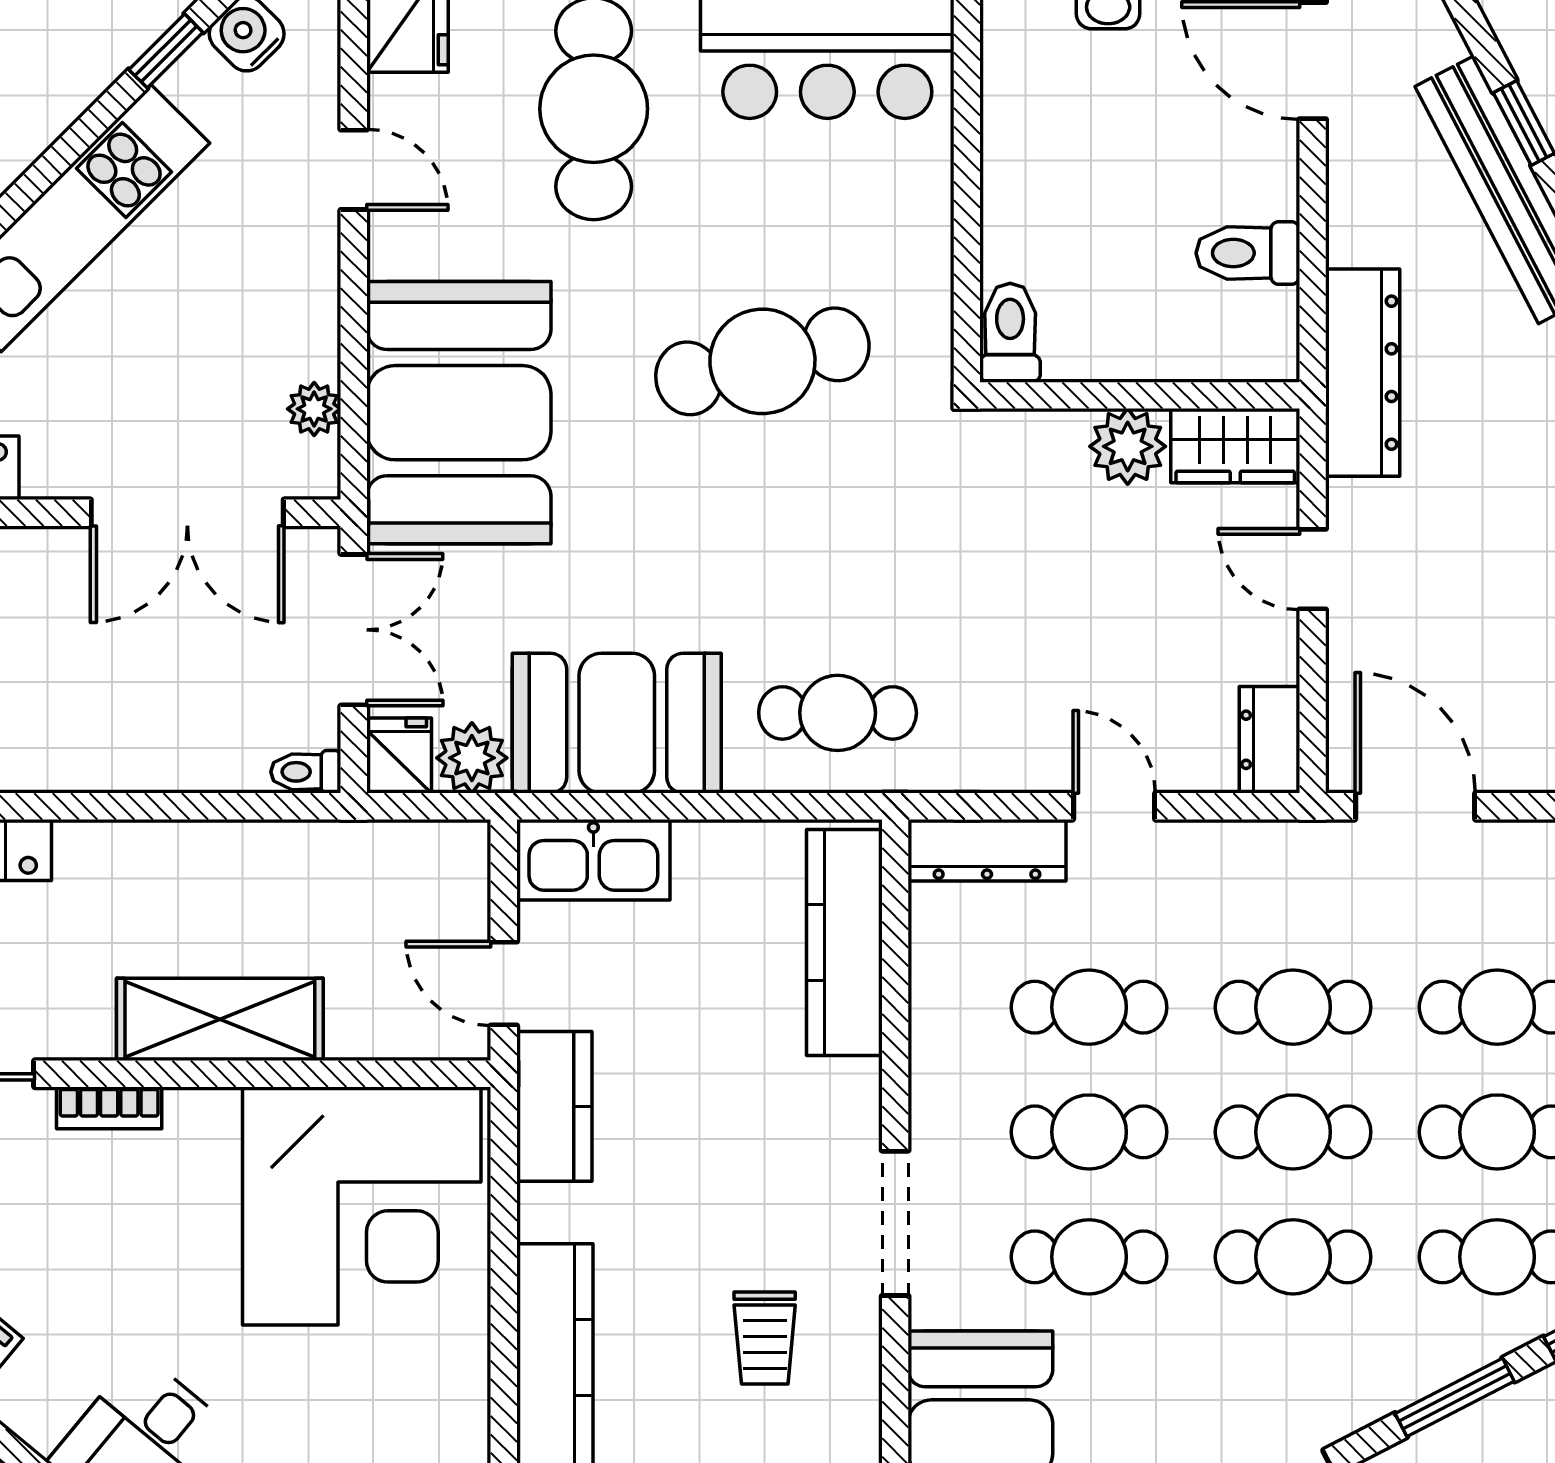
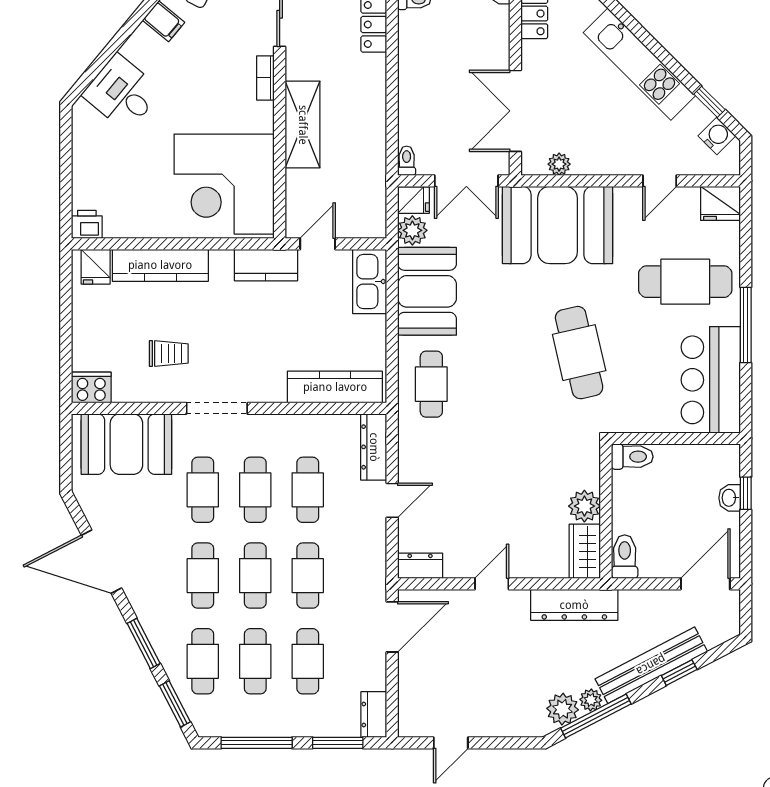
toilet: (1010, 333) -> (632, 457), moved
wall: (1140, 395) -> (606, 511), moved
plant: (1128, 446) -> (584, 506), moved
wardrobe: (1235, 446) -> (585, 551), moved
trolley: (765, 1338) -> (169, 354), turned 180

